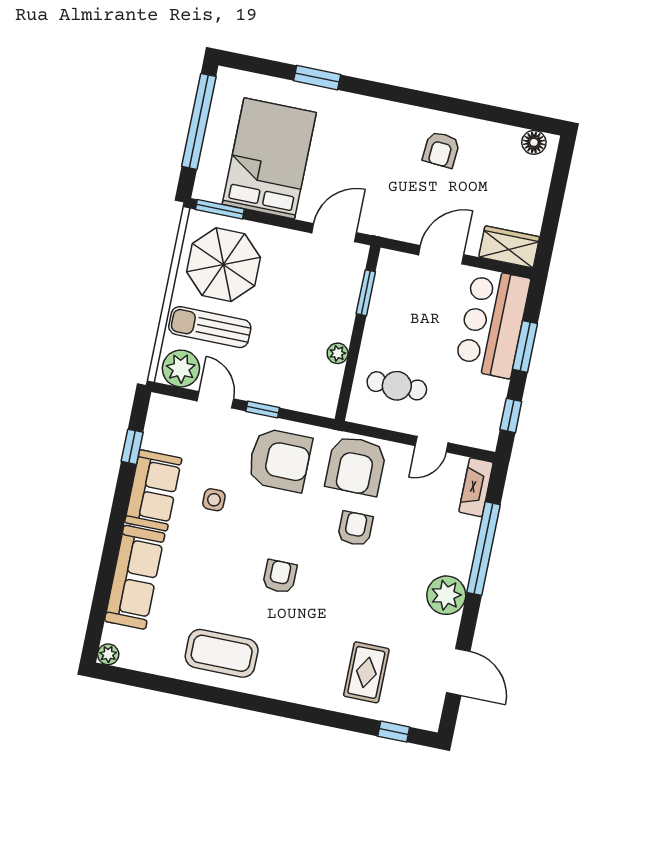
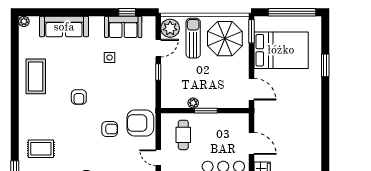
armchair: (441, 150) -> (303, 133), removed
window: (366, 293) -> (206, 111), moved
armchair: (280, 460) -> (135, 85), removed
sofa: (153, 490) -> (123, 27), moved
armchair: (280, 576) -> (79, 97), turned 90

